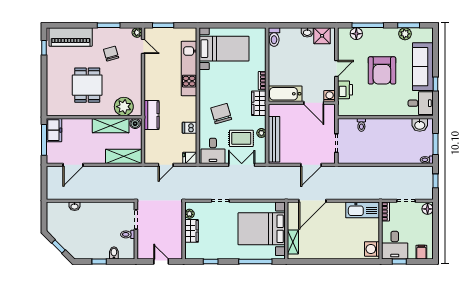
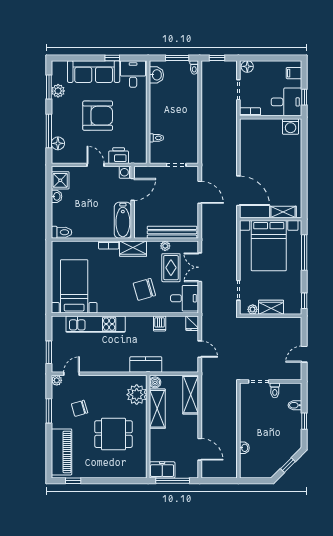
kitchen sink: (363, 210) -> (248, 137), removed
plant: (189, 214) -> (253, 309), moved
wall: (184, 231) -> (271, 316), moved
wardrobe: (191, 231) -> (271, 307), moved

